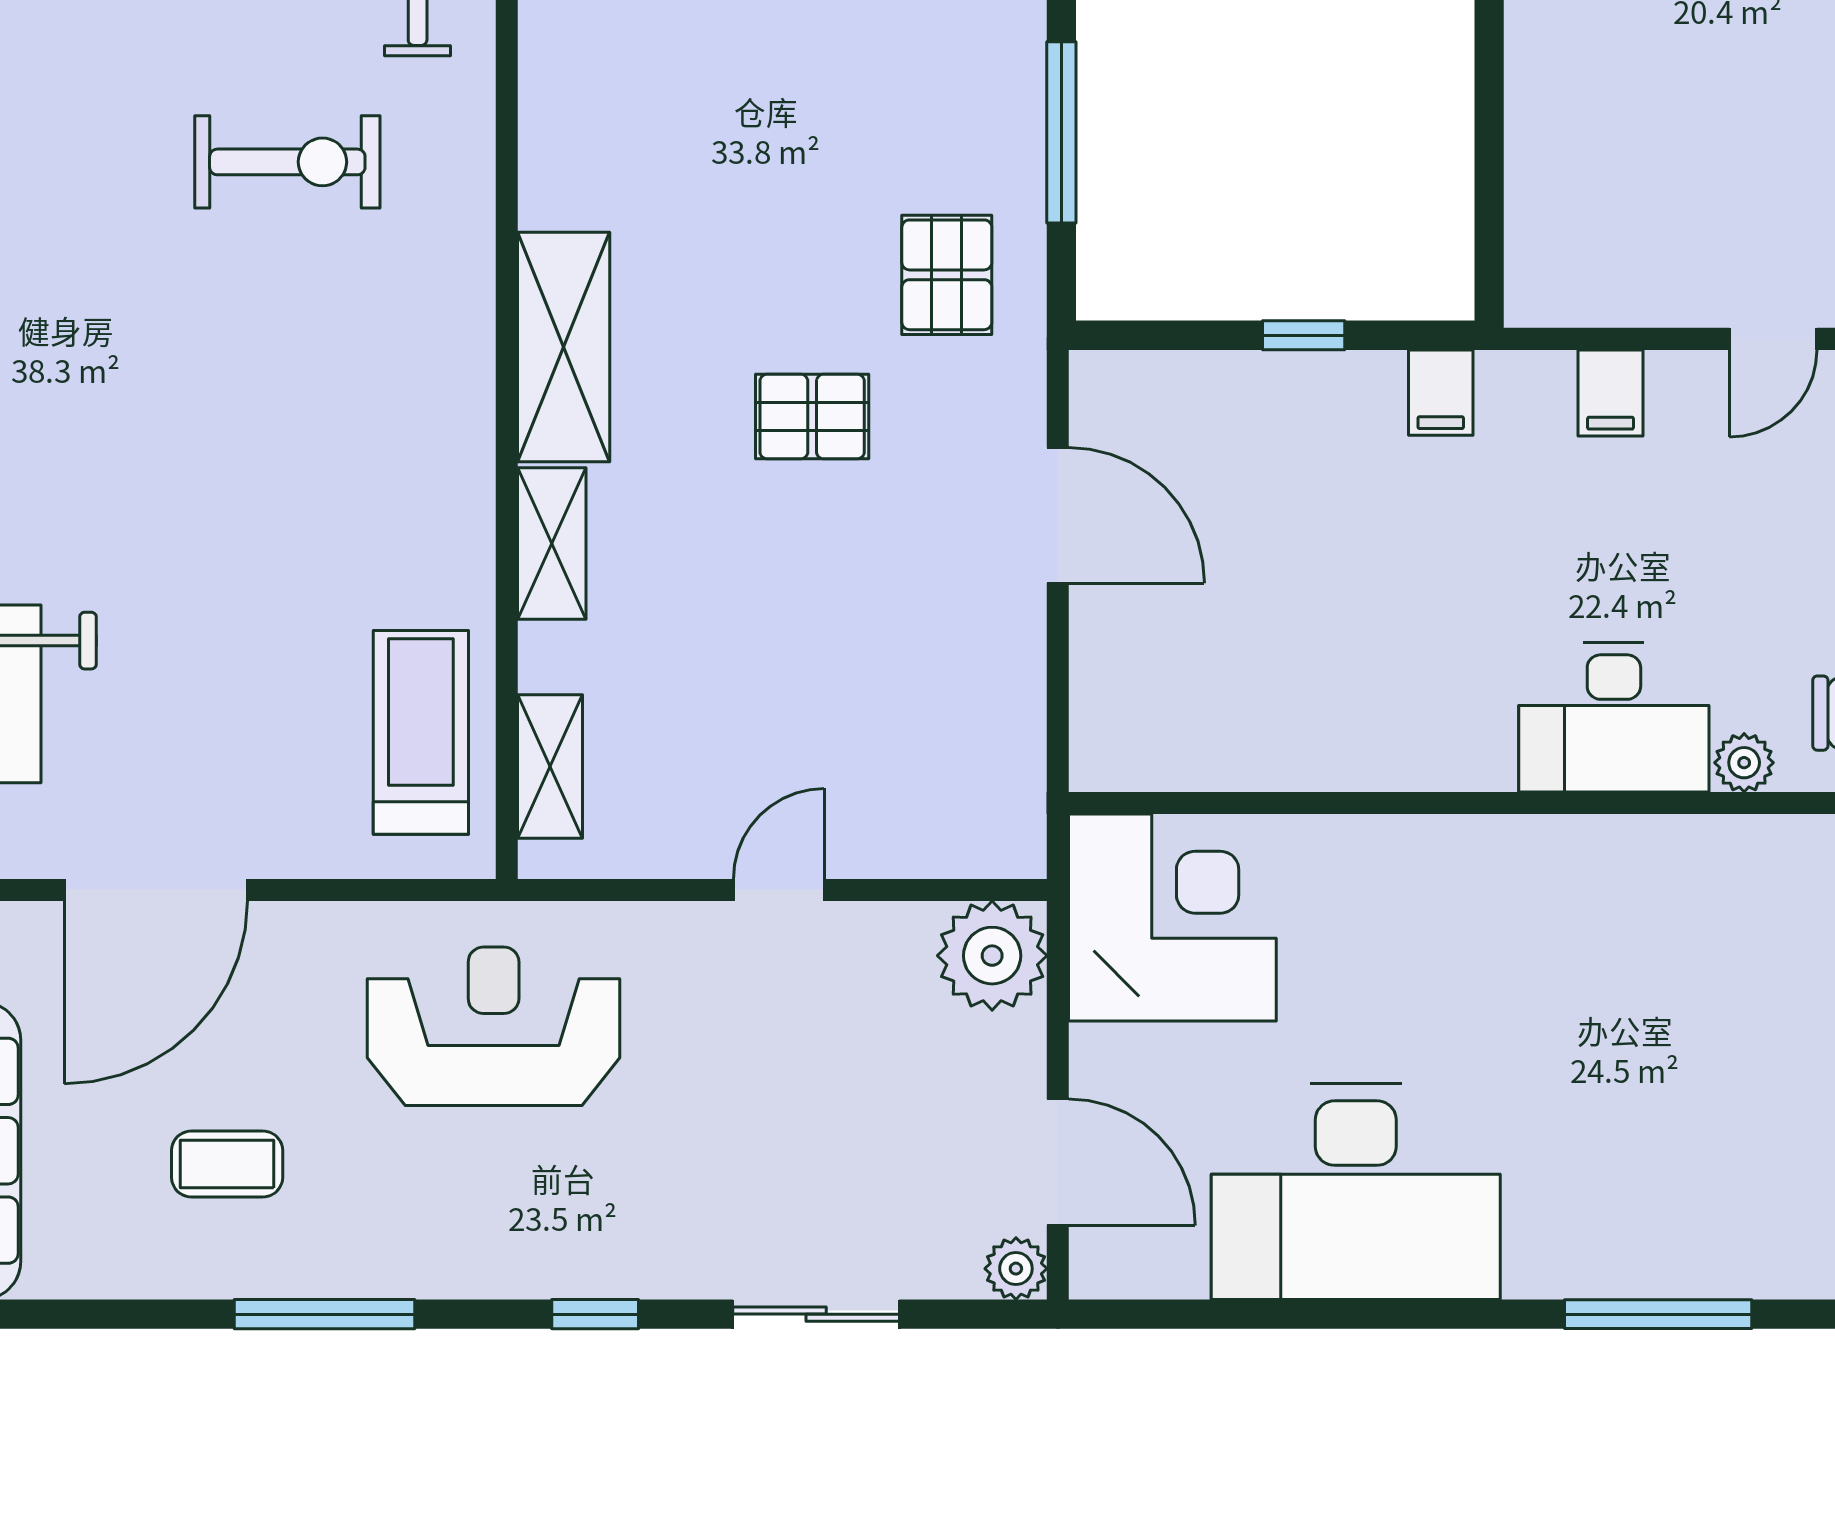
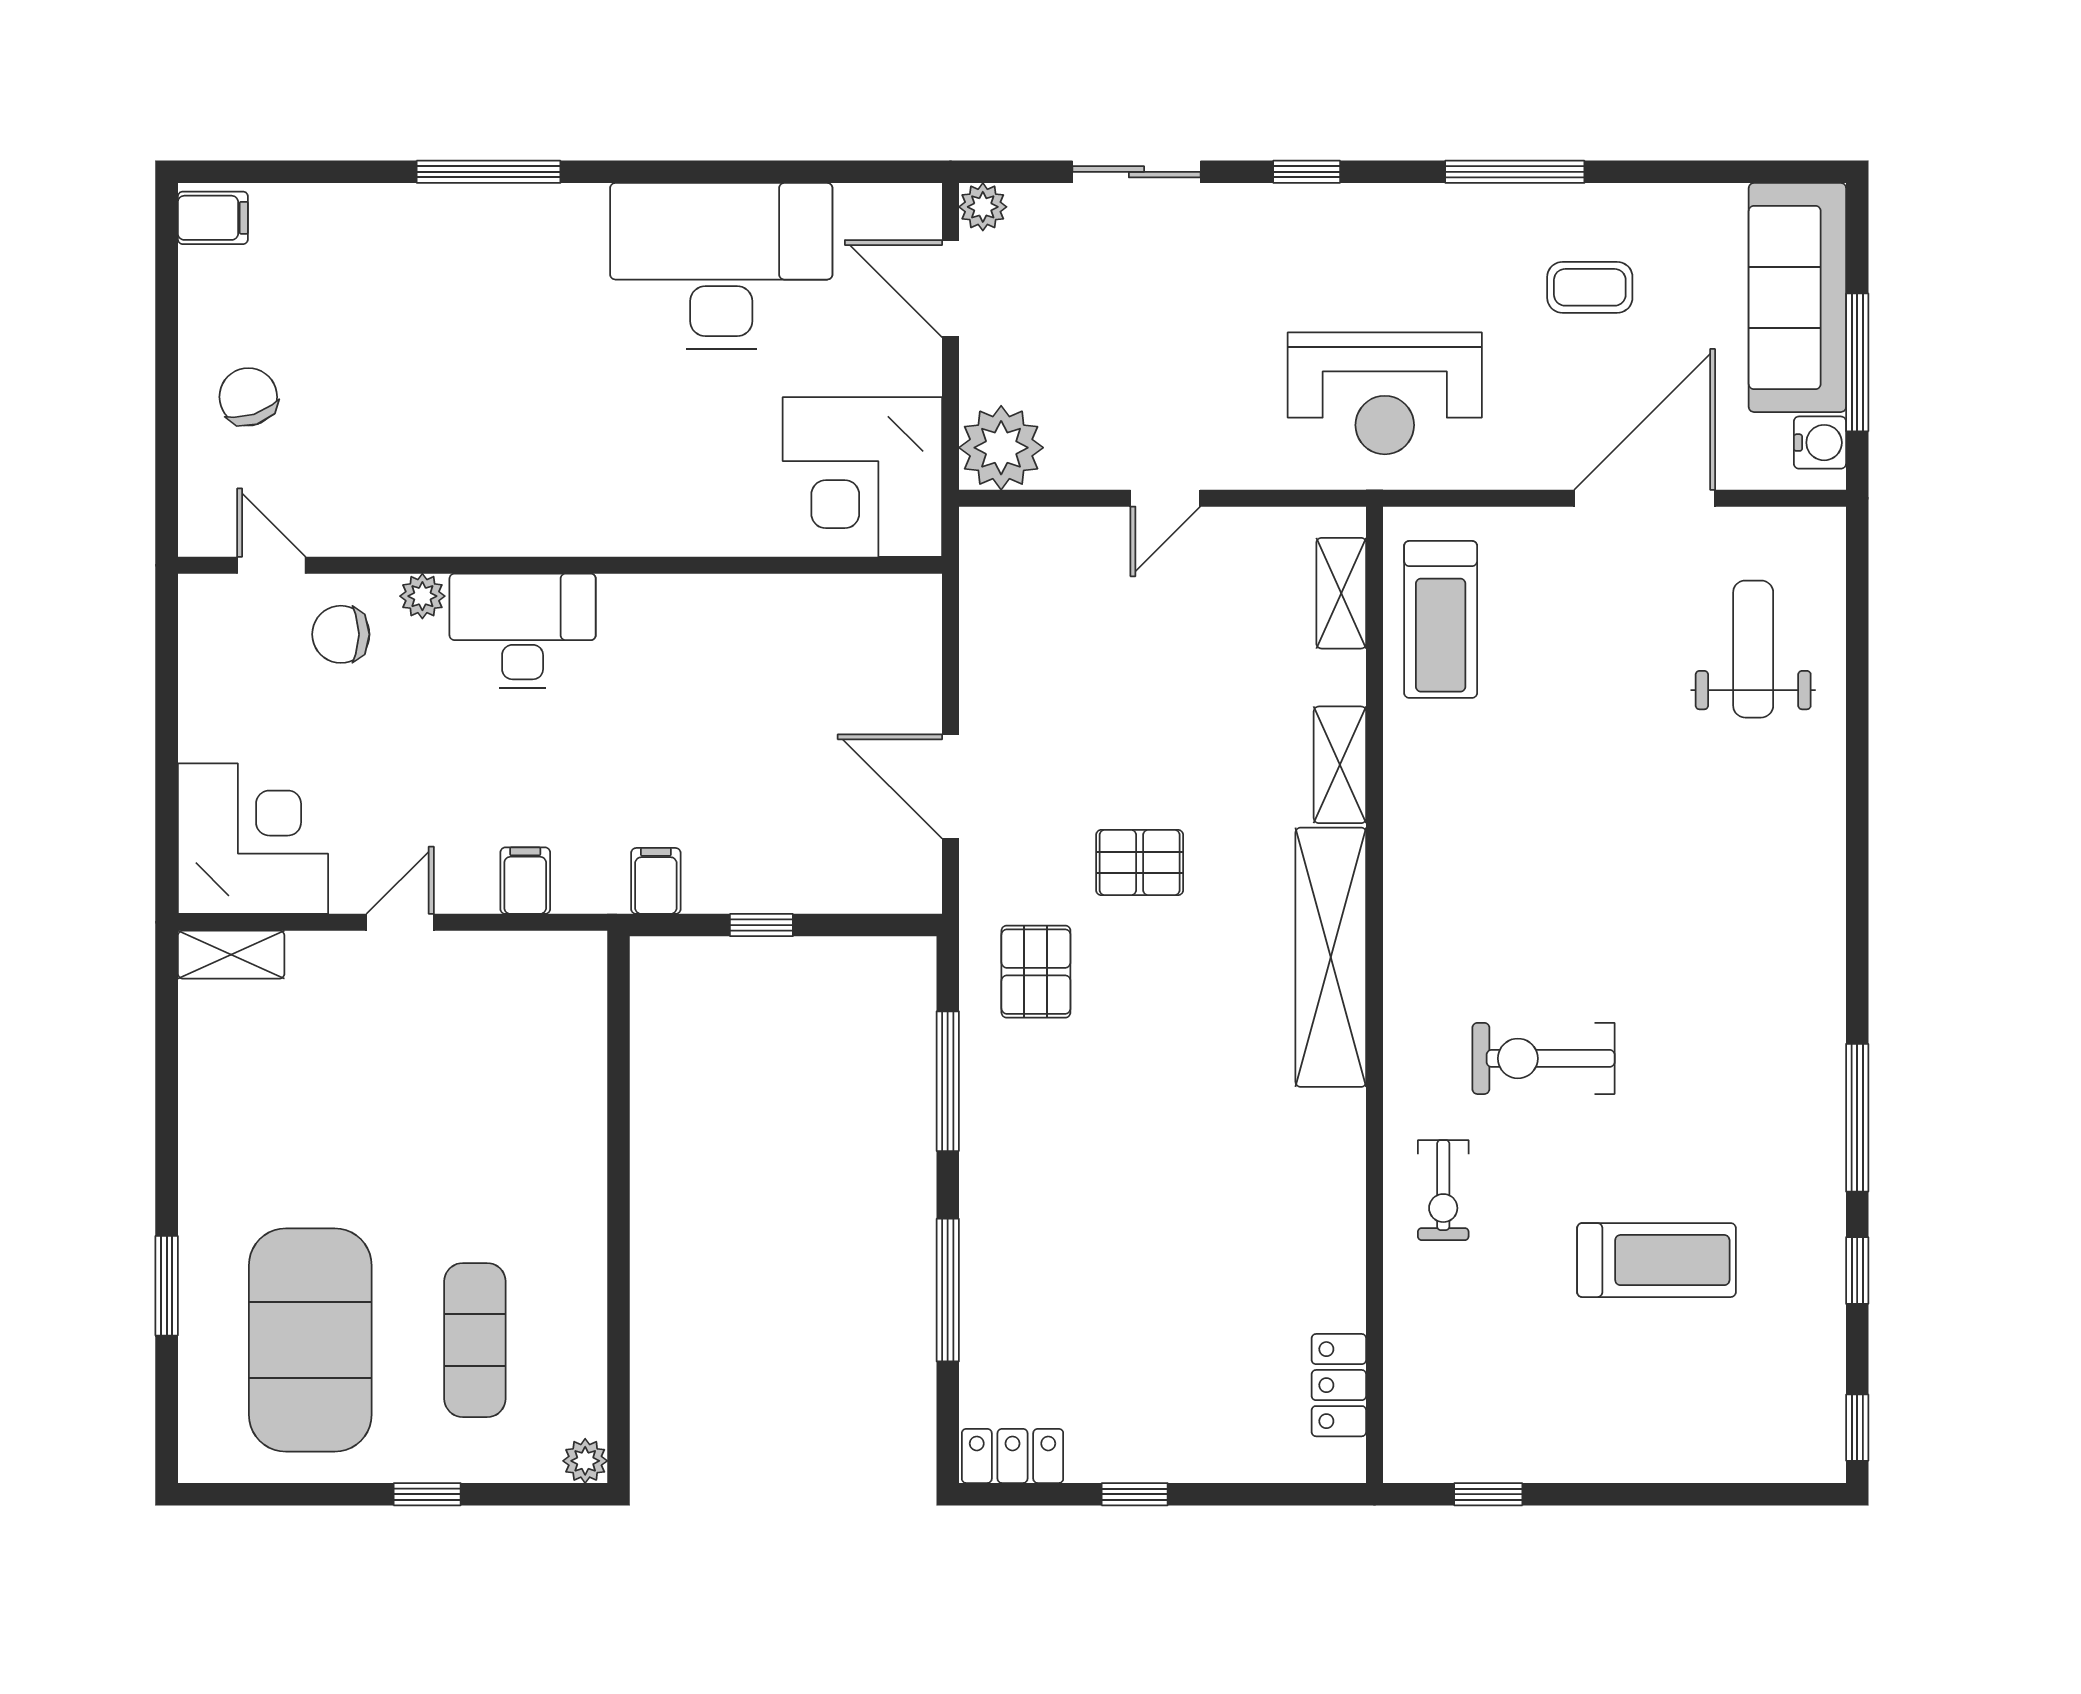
shelving: (564, 347) -> (1331, 957), width x1.47

